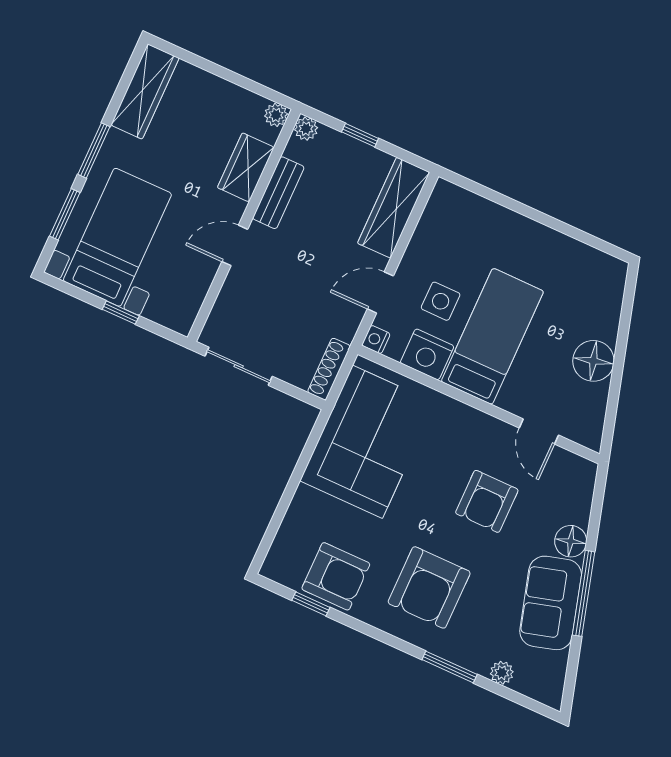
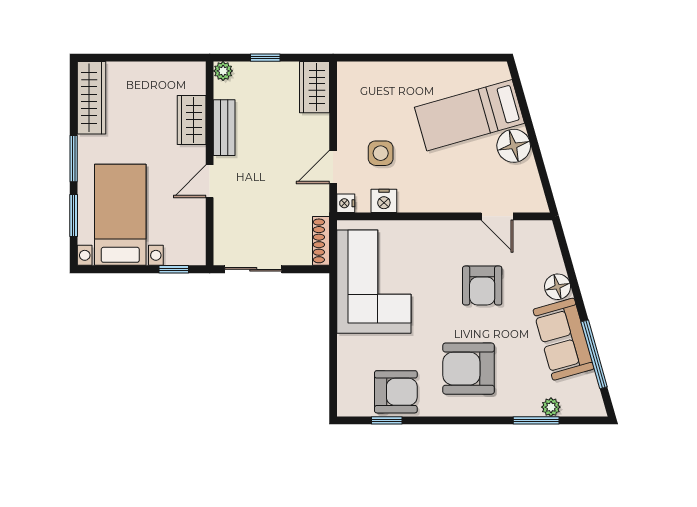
plant: (276, 115) -> (196, 71), removed
wardrobe: (394, 208) -> (314, 87), width x0.67
window: (121, 313) -> (174, 269), moved
bed: (492, 336) -> (469, 115), moved, turned -106
nightstand: (427, 354) -> (384, 201), width x0.74, depth x0.75
armchair: (429, 587) -> (469, 369), turned 90
window: (583, 593) -> (594, 354), moved
window: (450, 667) -> (536, 420), moved

